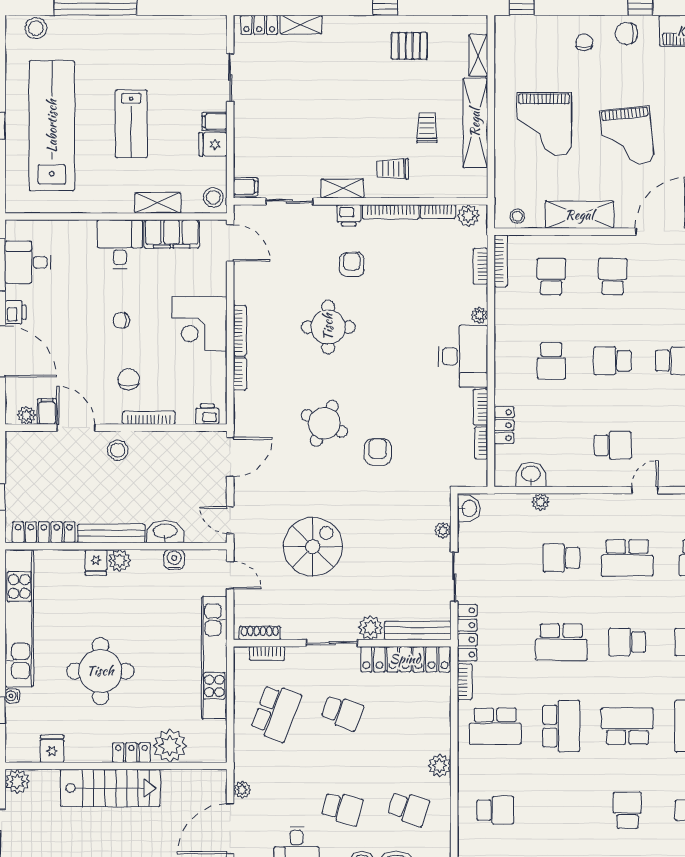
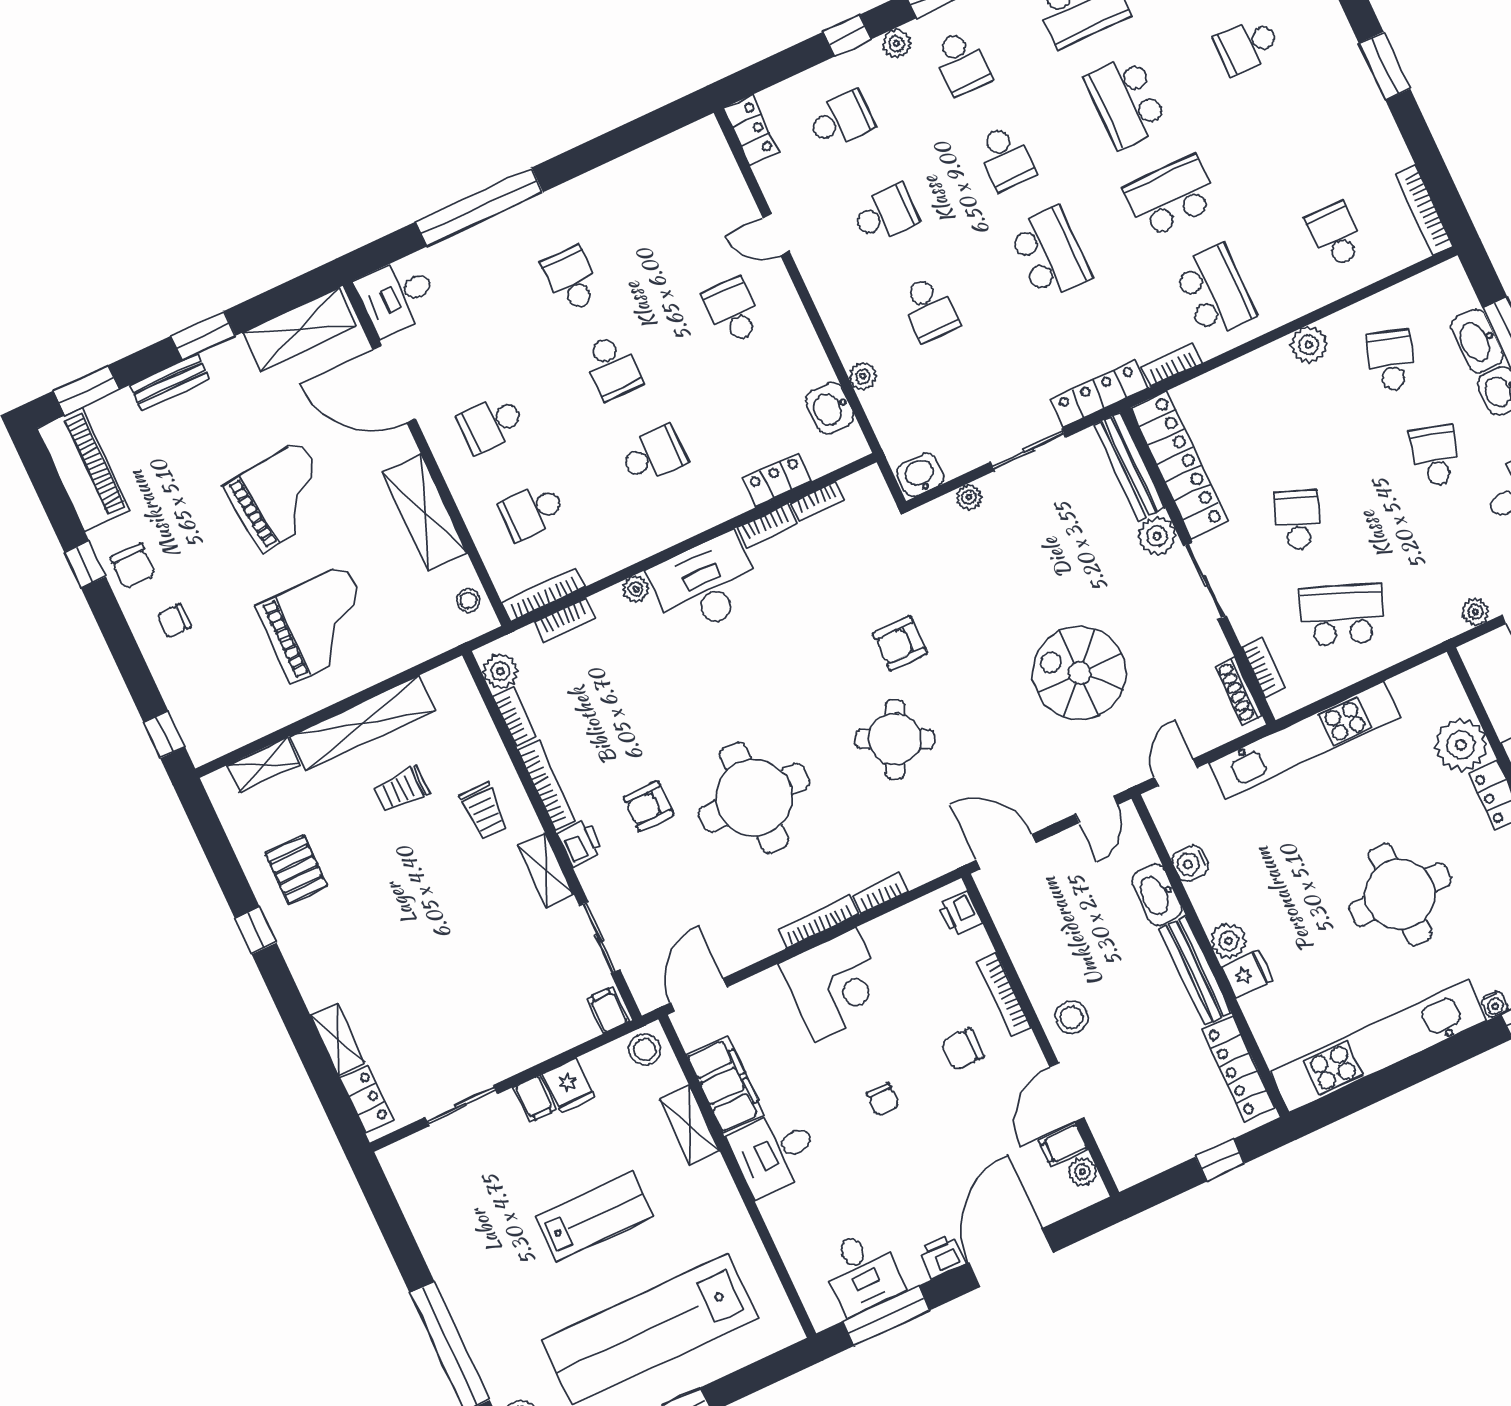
round table: (328, 327) -> (754, 798), width x1.36, depth x1.36
school desk: (627, 558) -> (885, 214), width x0.54

